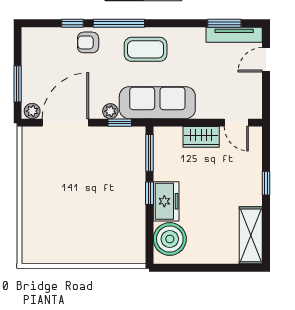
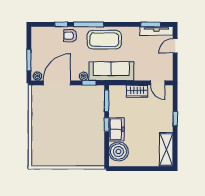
coffee table: (146, 49) -> (104, 40), width x1.36, depth x1.32

